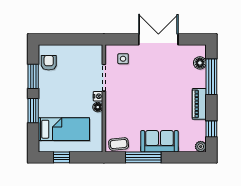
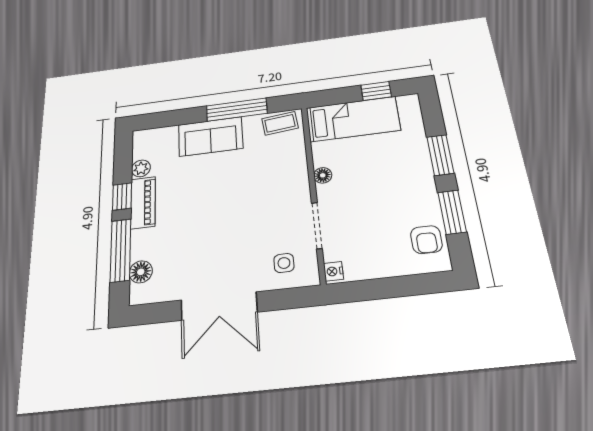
nightstand: (98, 96) -> (333, 271), moved
bed: (64, 129) -> (353, 119), moved, turned 180
window: (211, 129) -> (122, 197), moved
plant: (201, 147) -> (141, 168), moved

